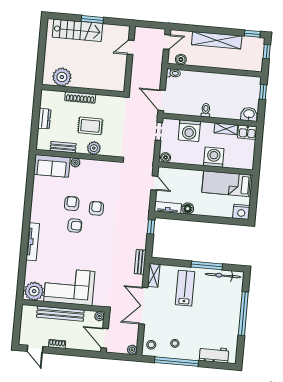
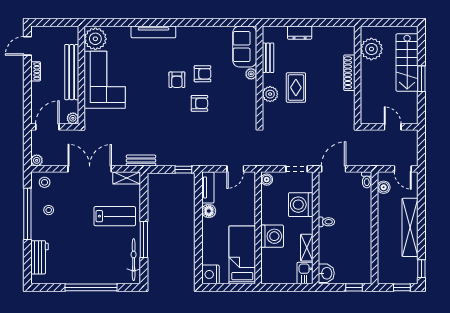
plant: (62, 77) -> (371, 49), moved
wall: (83, 91) -> (358, 75), moved
shoe rack: (80, 97) -> (349, 73), moved

